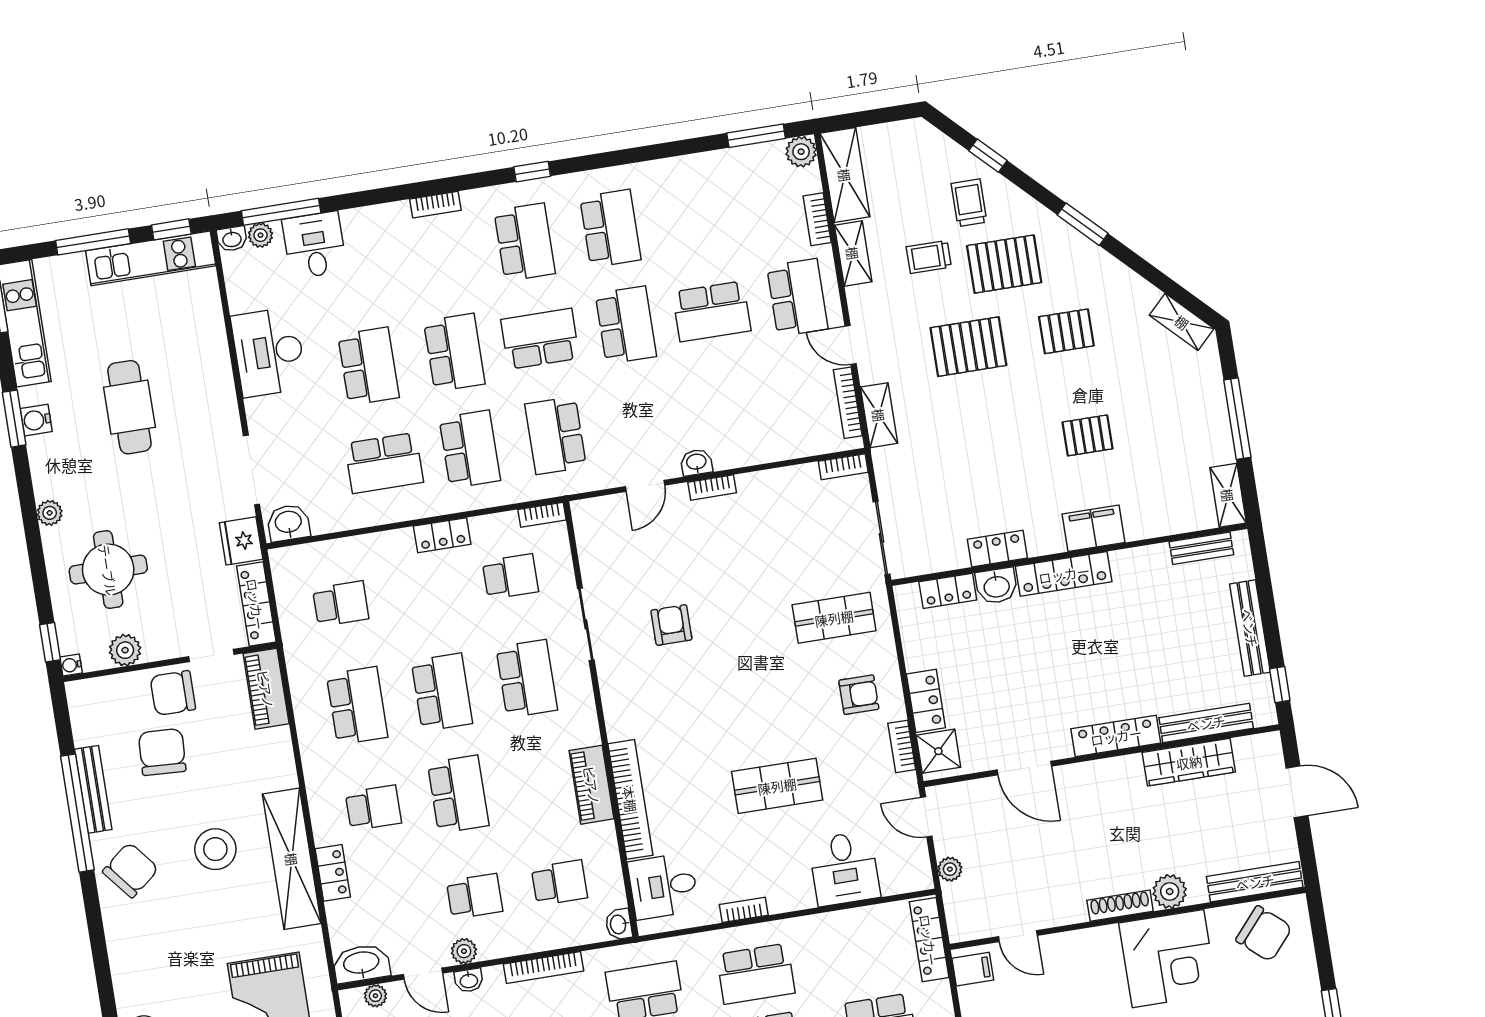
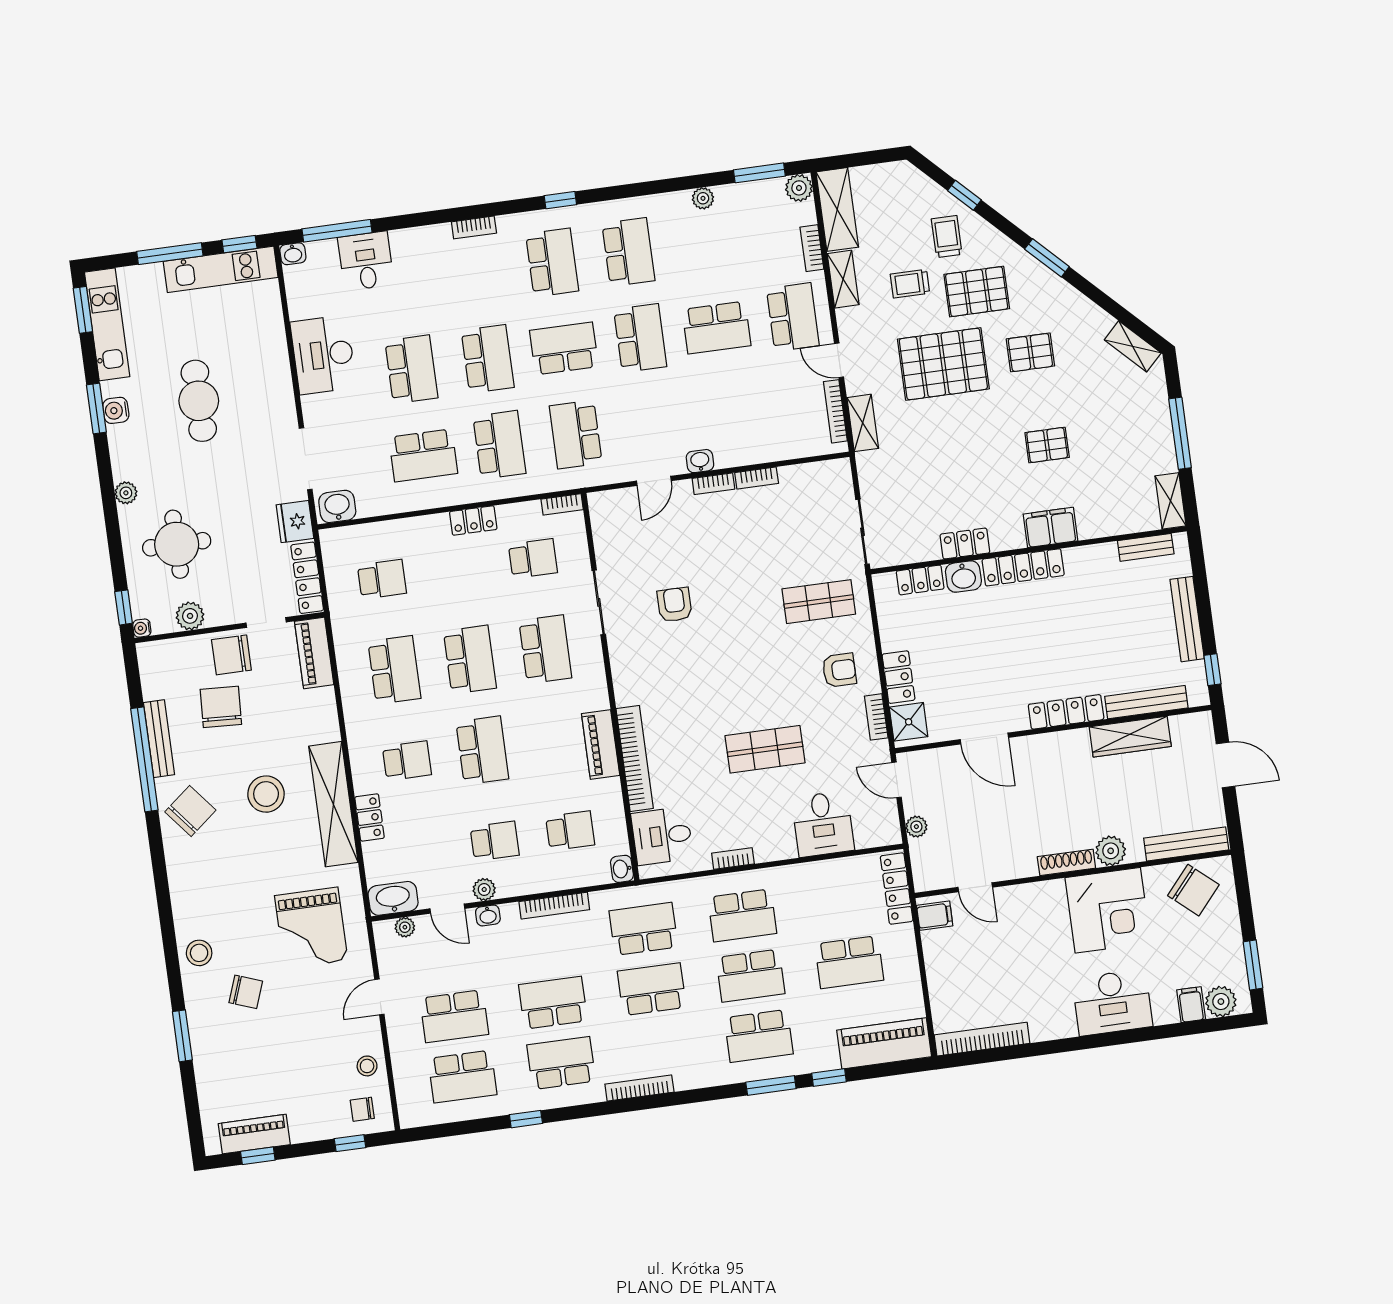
plant: (260, 235) -> (703, 198), moved
pallet: (968, 347) -> (943, 364), width x1.37, depth x1.41
bookcase: (843, 467) -> (757, 478), moved

